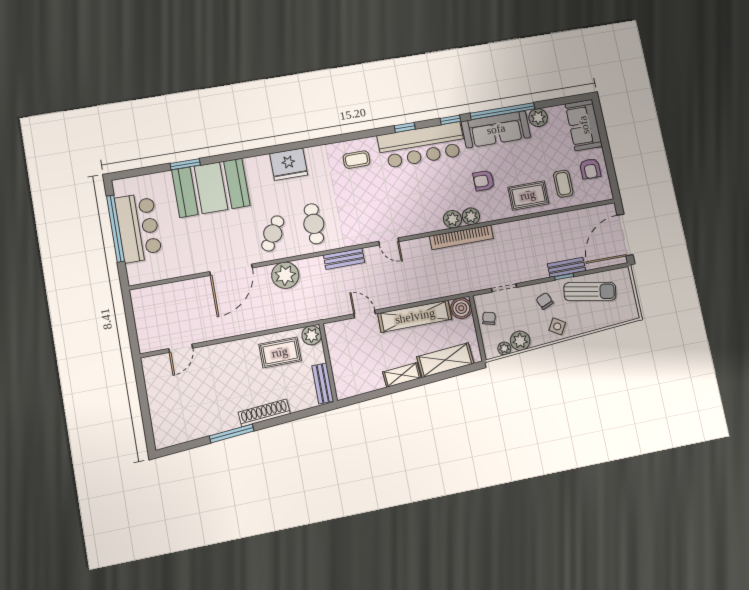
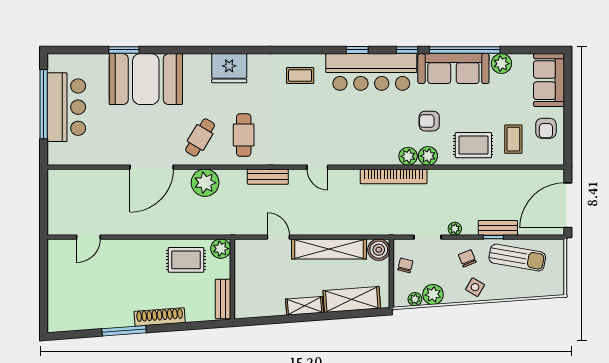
plant: (453, 219) -> (428, 156), moved
plant: (527, 275) -> (455, 229), added

